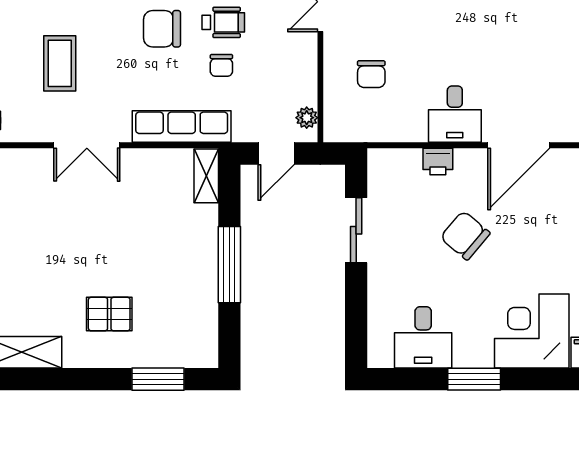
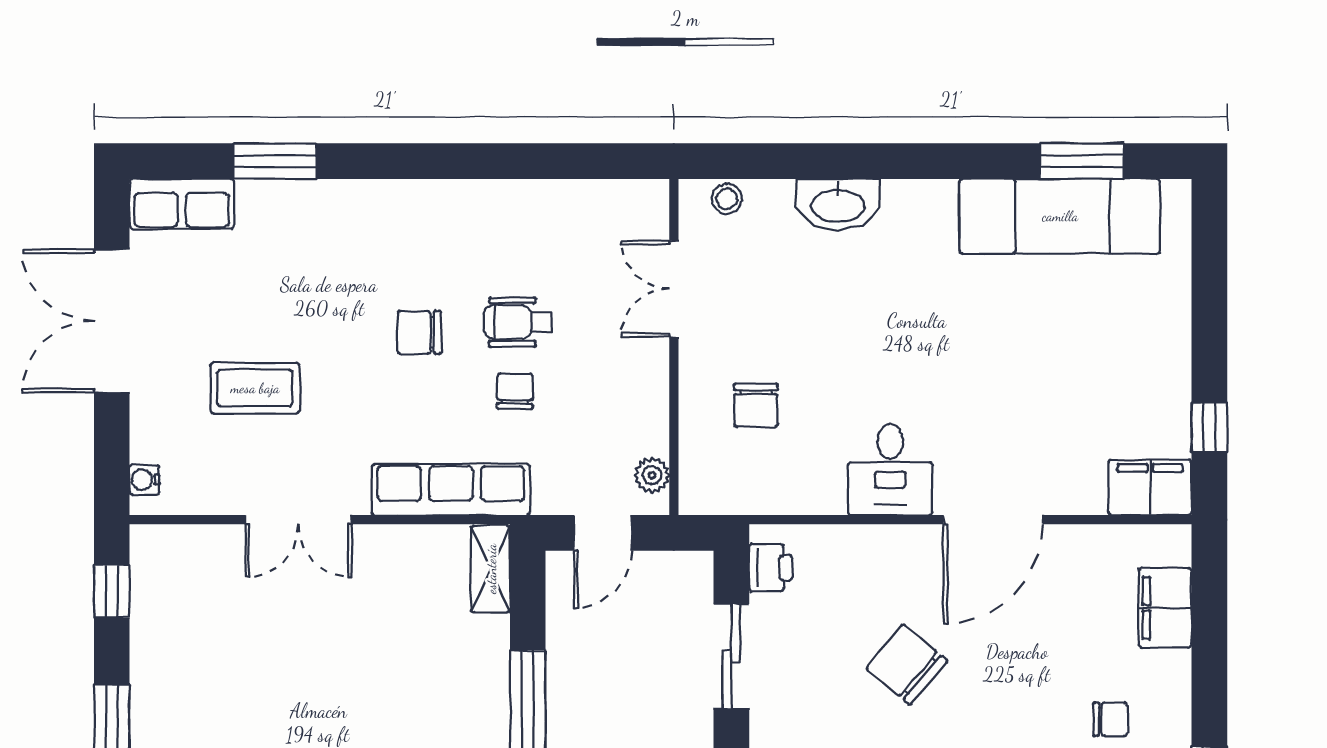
wheelchair: (223, 22) -> (518, 322), turned 180
chair: (162, 29) -> (419, 332), width x0.73, depth x0.73
coffee table: (60, 63) -> (255, 388), turned 90
chair: (221, 65) -> (515, 391), turned 180
printer: (438, 161) -> (771, 568), moved, turned -90

